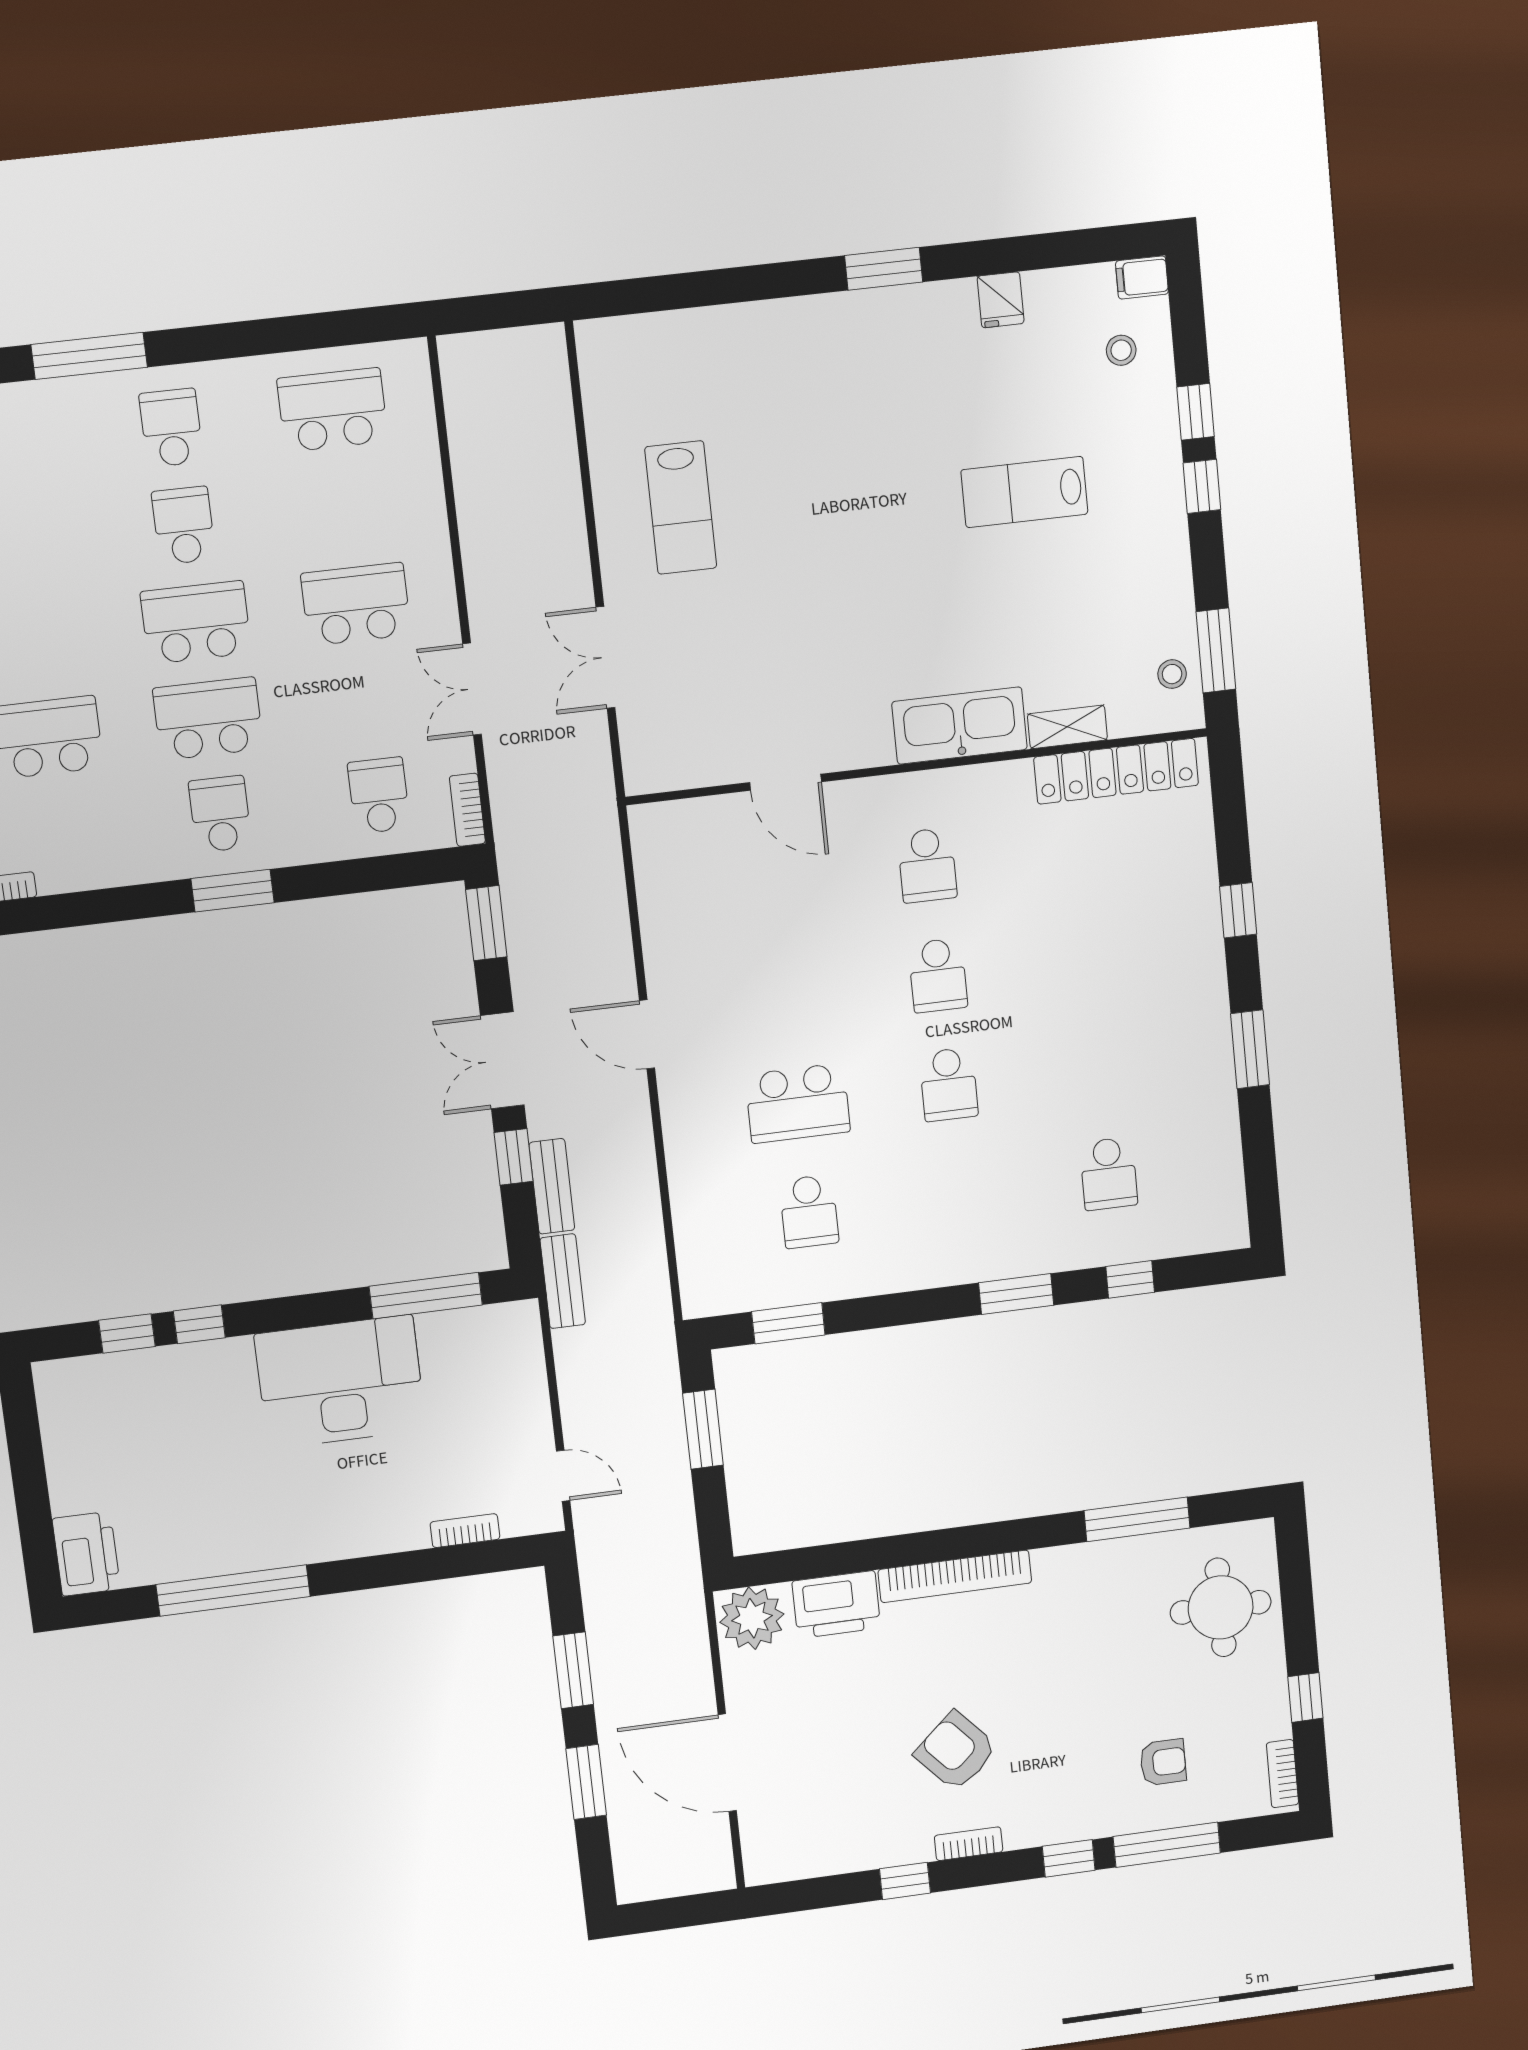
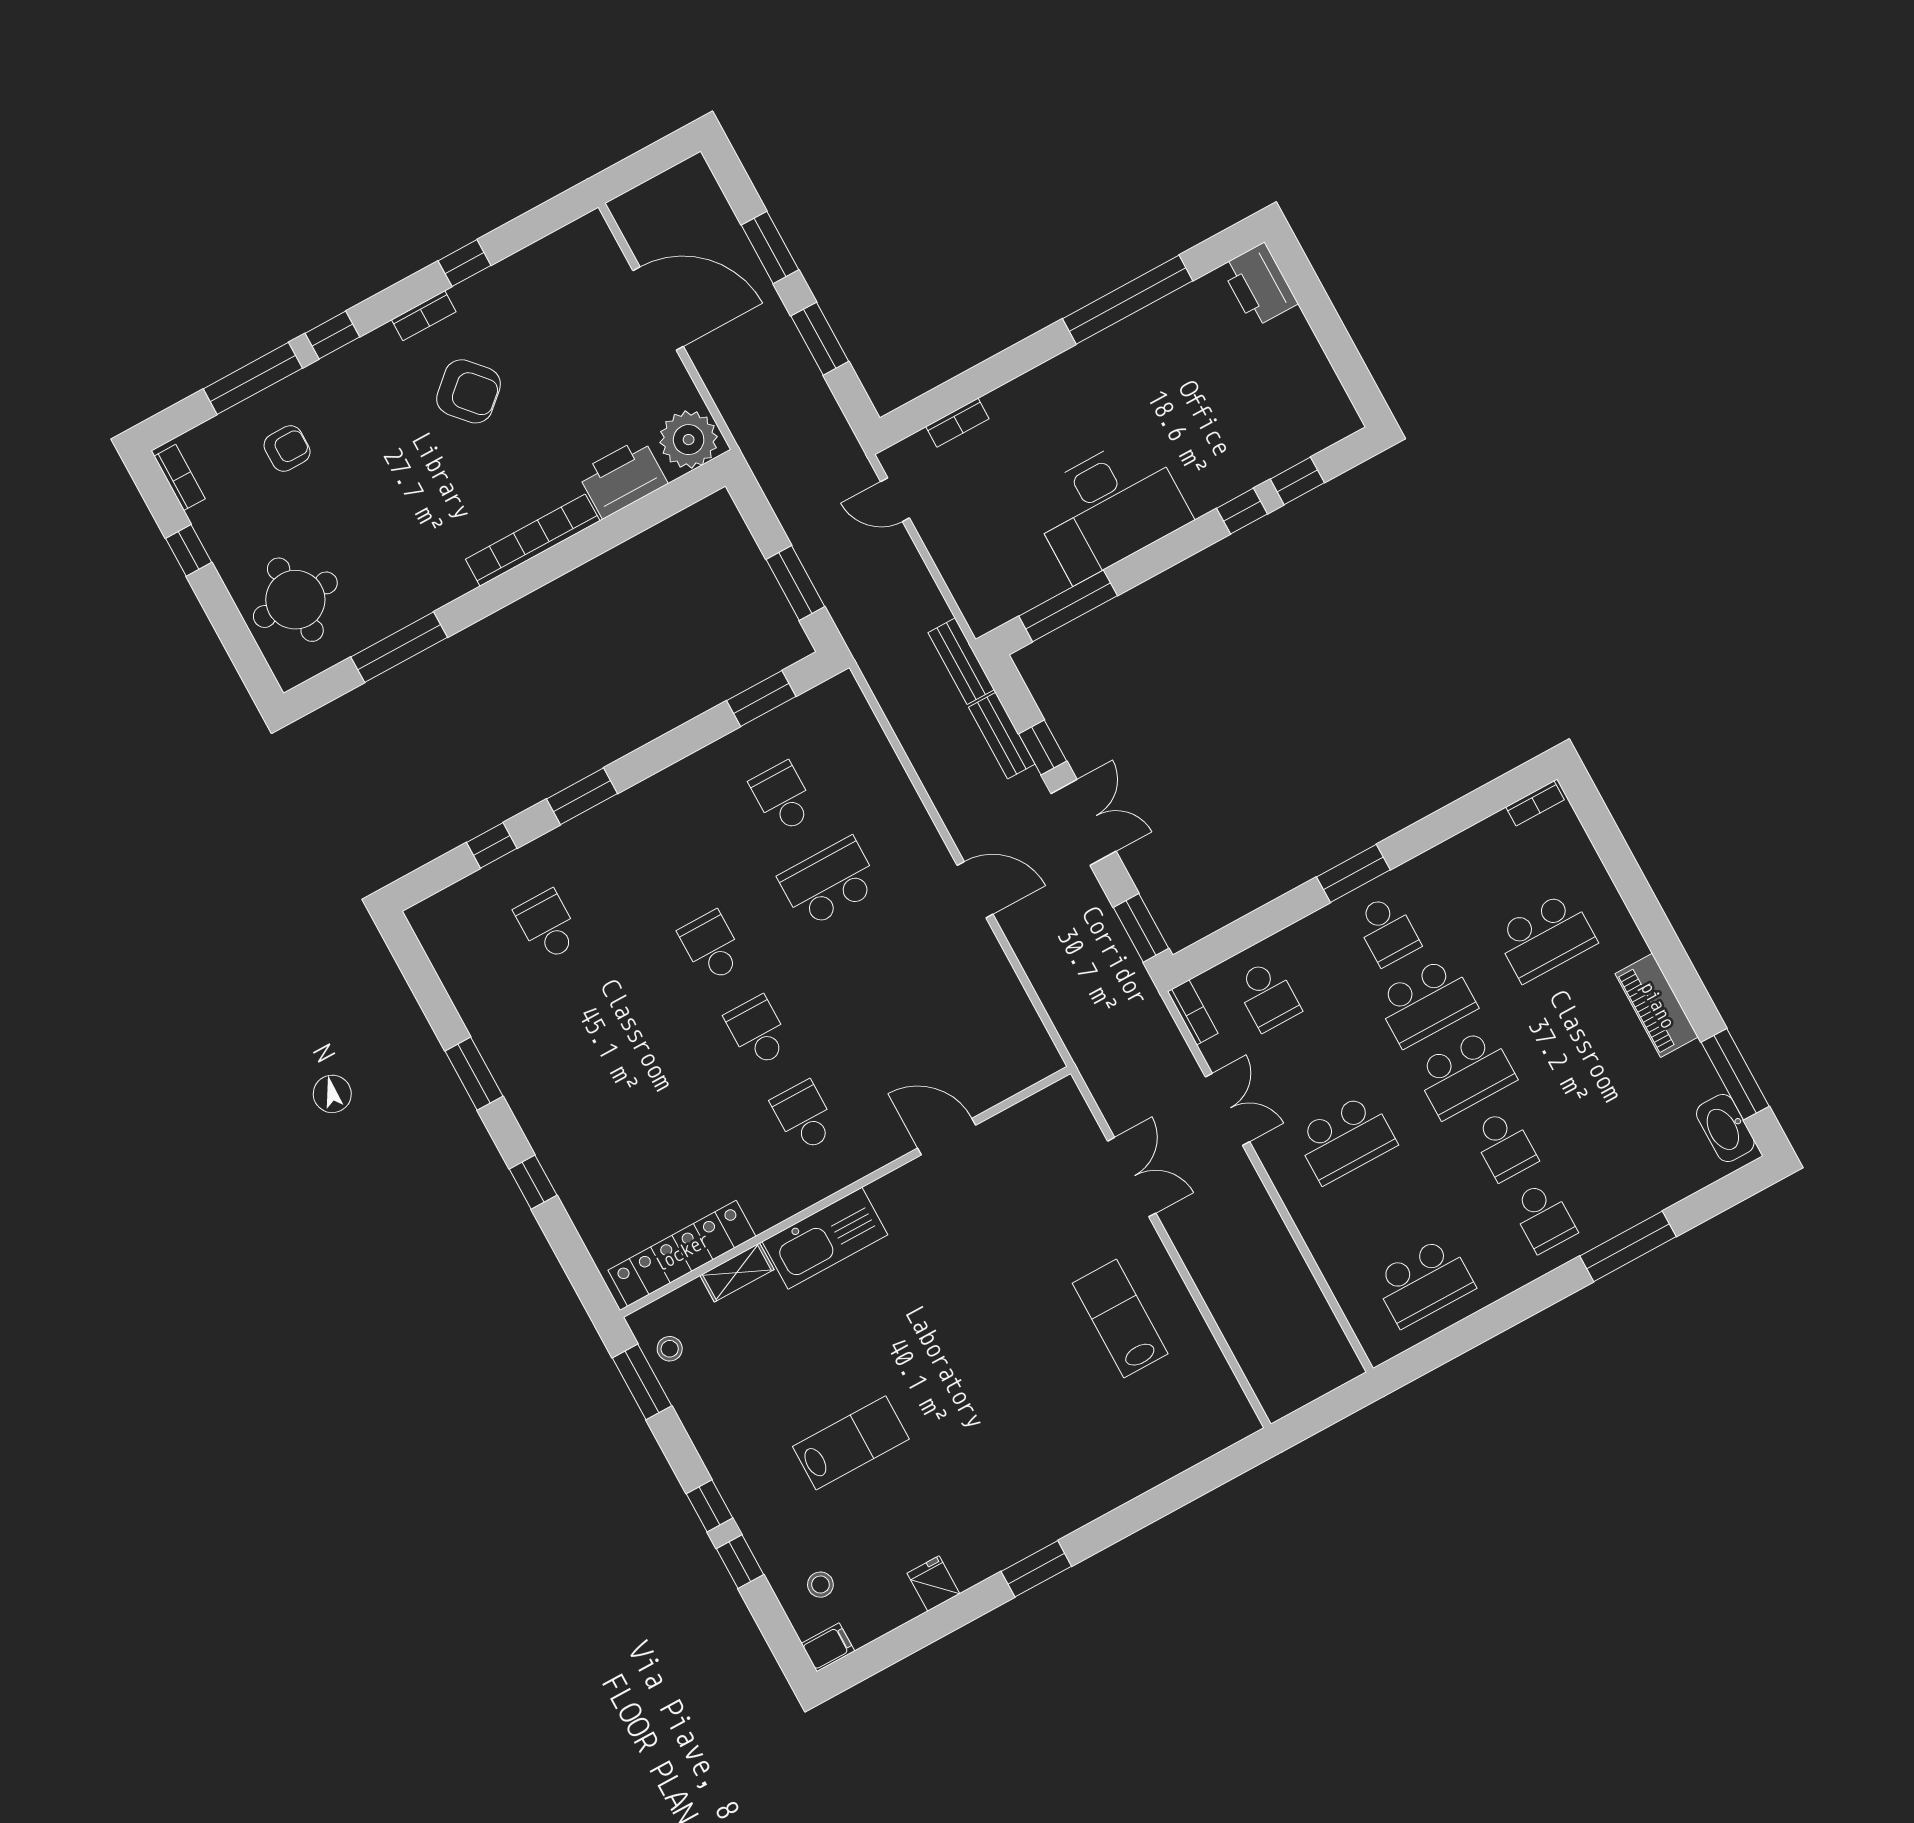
armchair: (1163, 1762) -> (287, 448), turned 180

